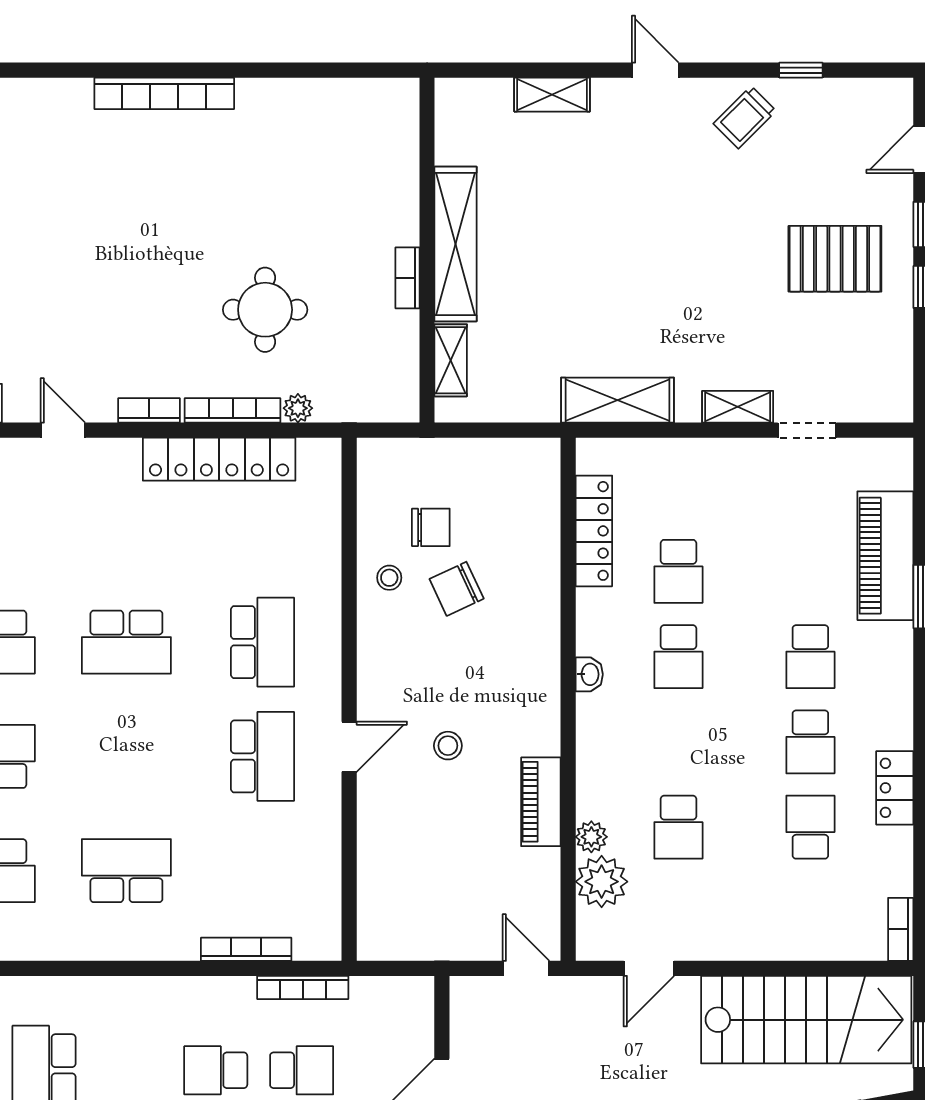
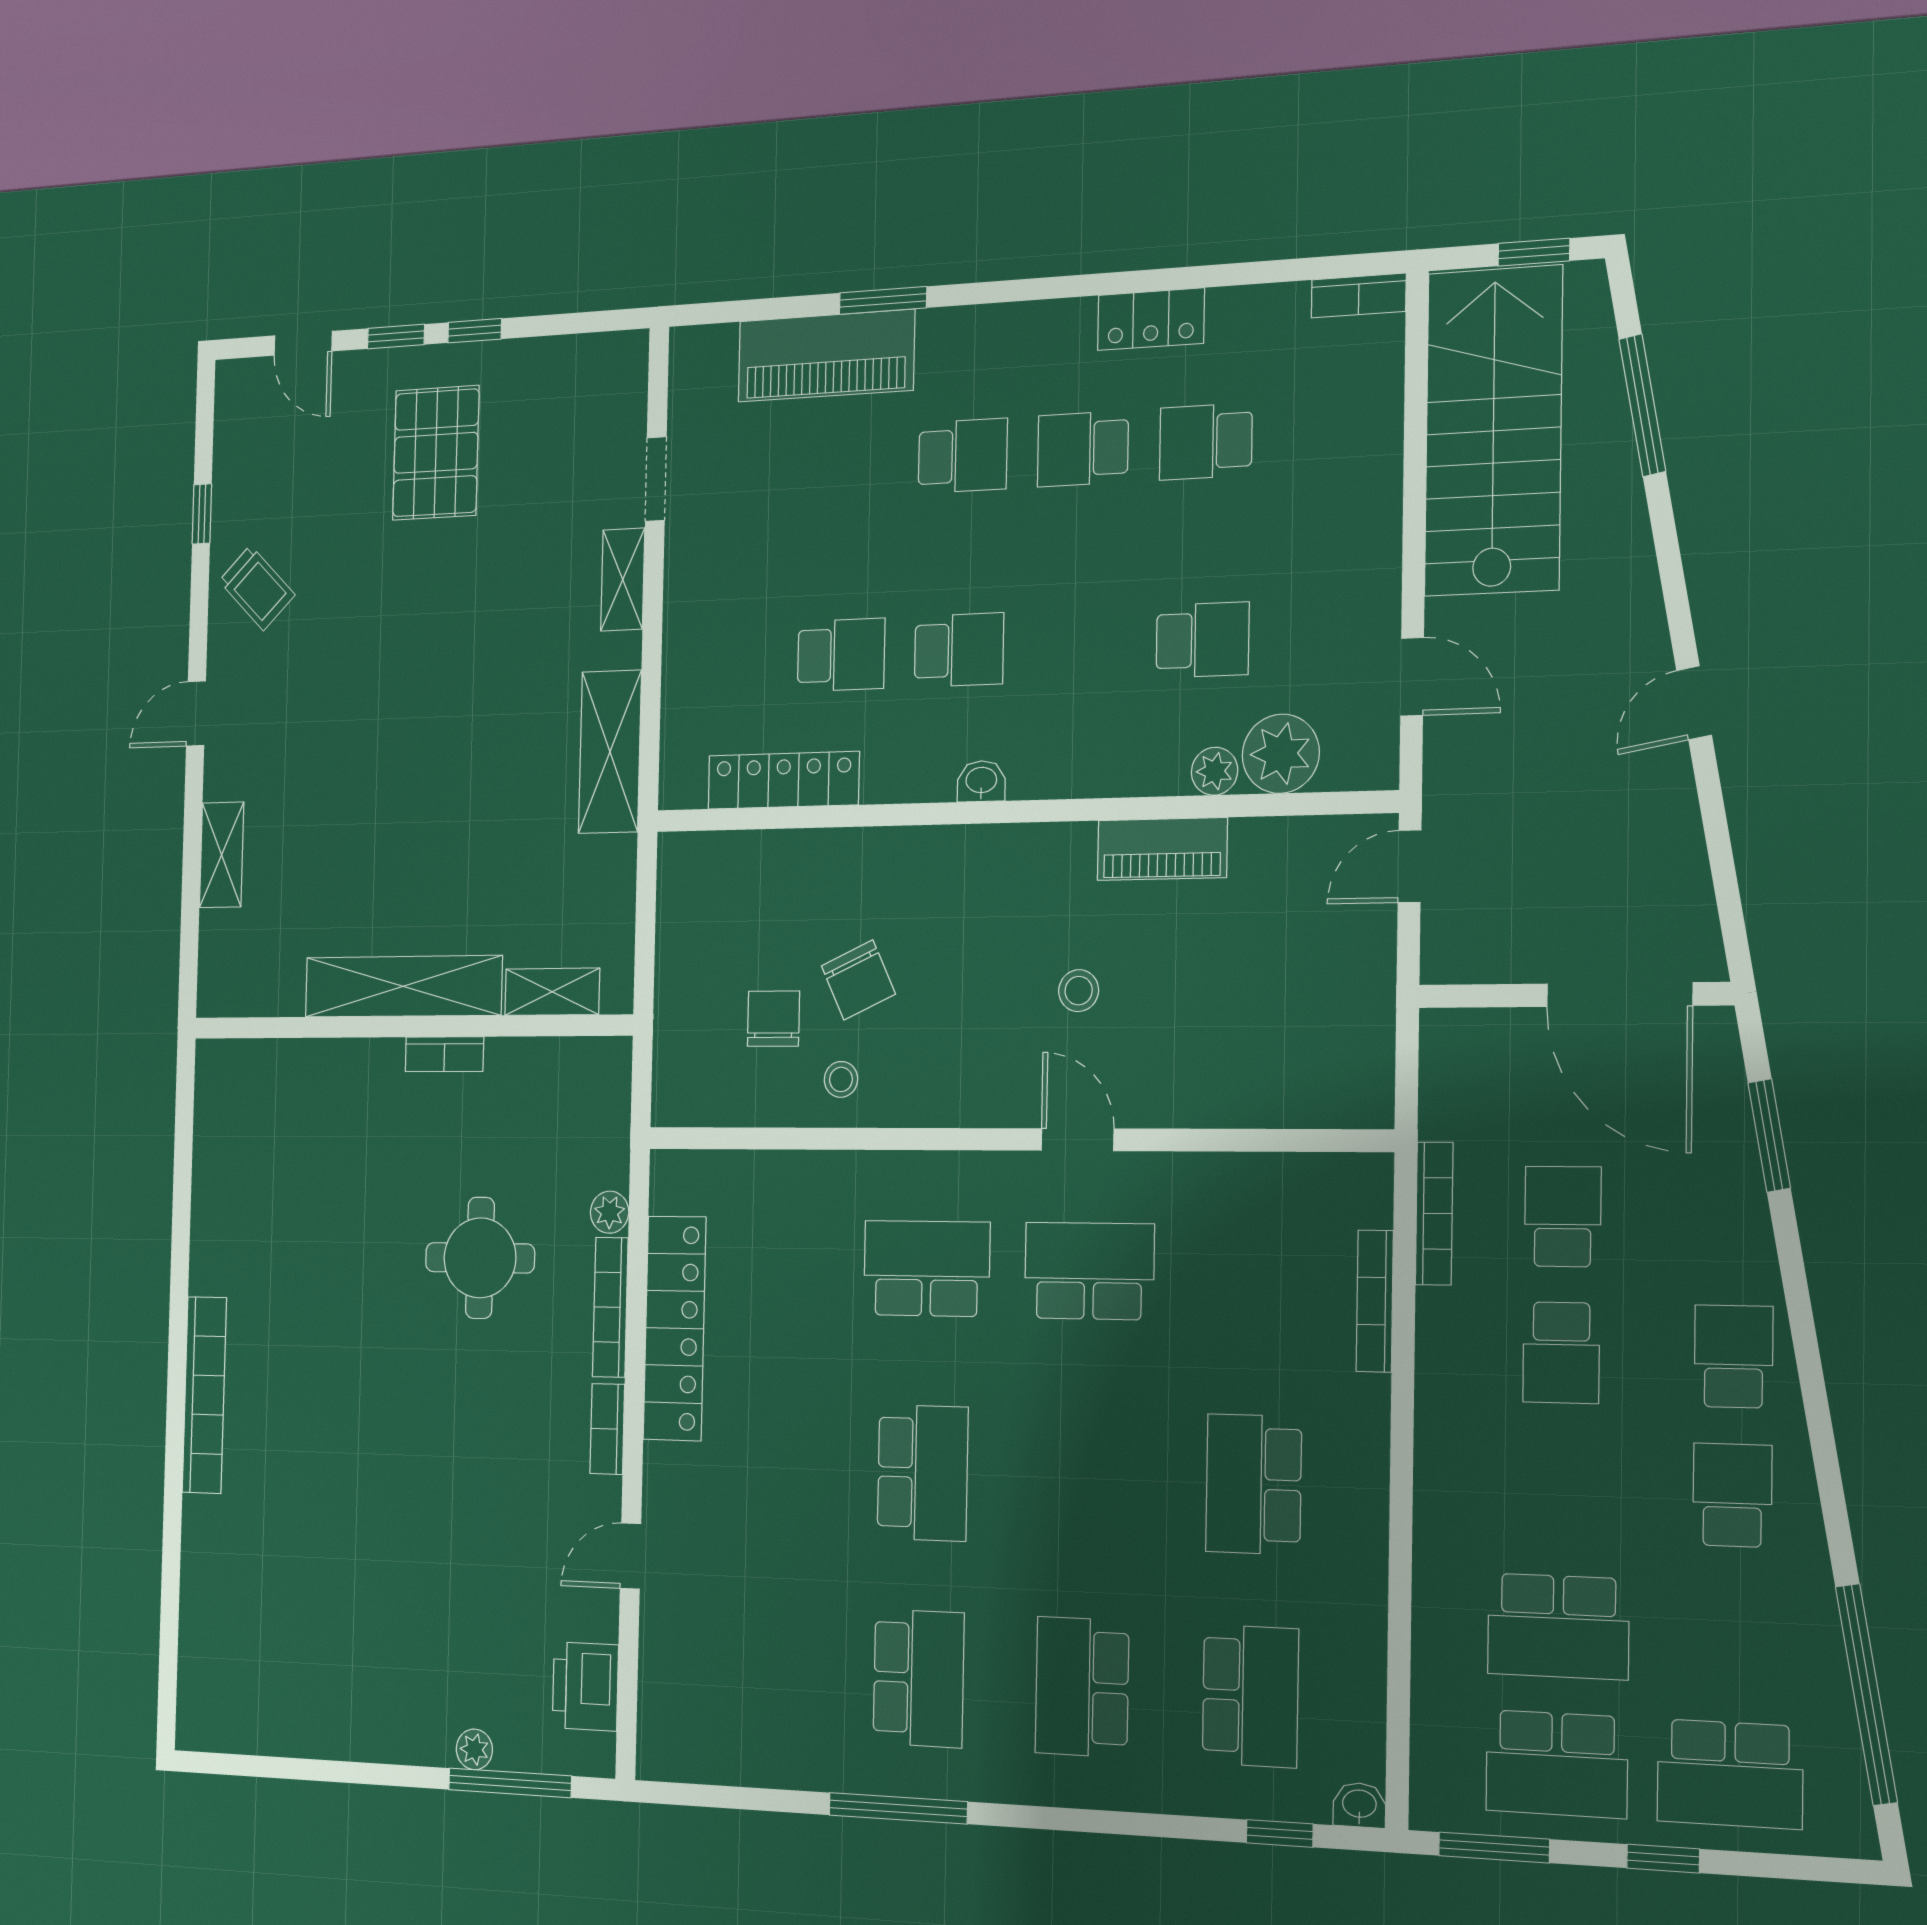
school desk: (810, 742) -> (1083, 449), turned 180

